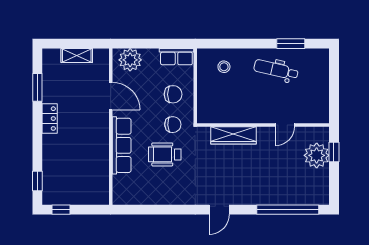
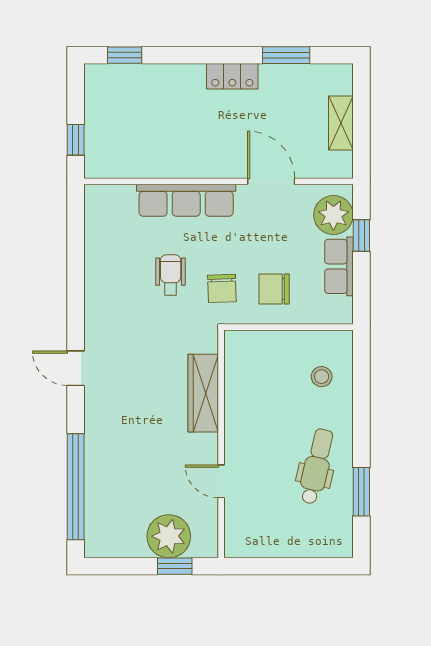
window: (142, 44) -> (361, 236), added
row of seats: (176, 57) -> (339, 266), moved
chair: (173, 94) -> (274, 289), turned 90
door: (111, 96) -> (271, 181), swing flipped
wheelchair: (165, 154) -> (171, 275), width x0.73, depth x0.73
window: (61, 210) -> (76, 140), moved

